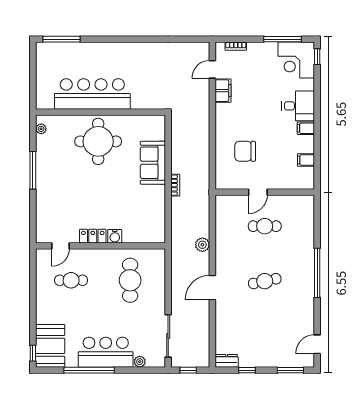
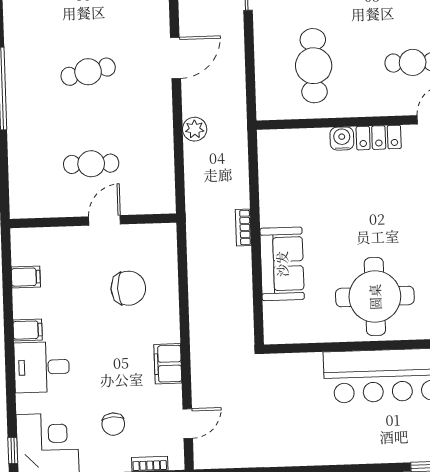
chair: (257, 70) -> (113, 424), added
filing cabinet: (223, 91) -> (168, 364), moved

